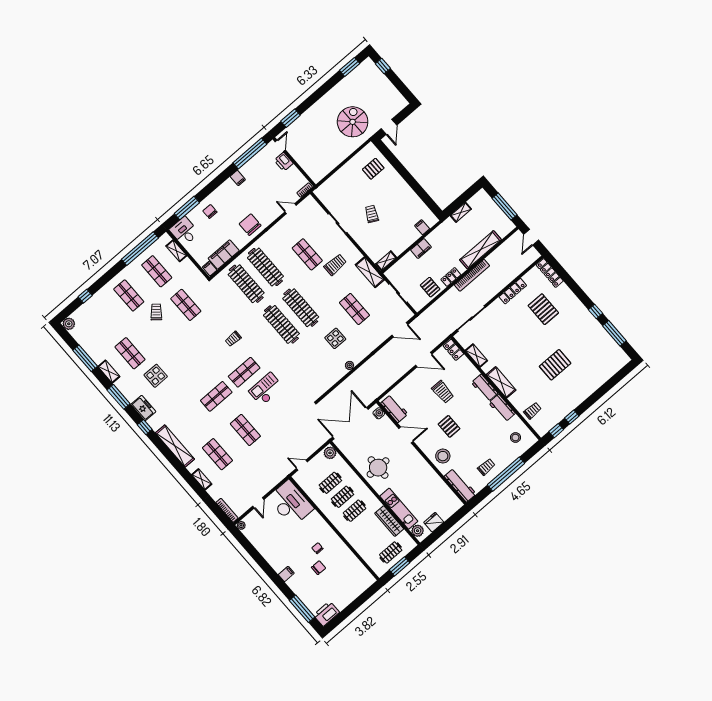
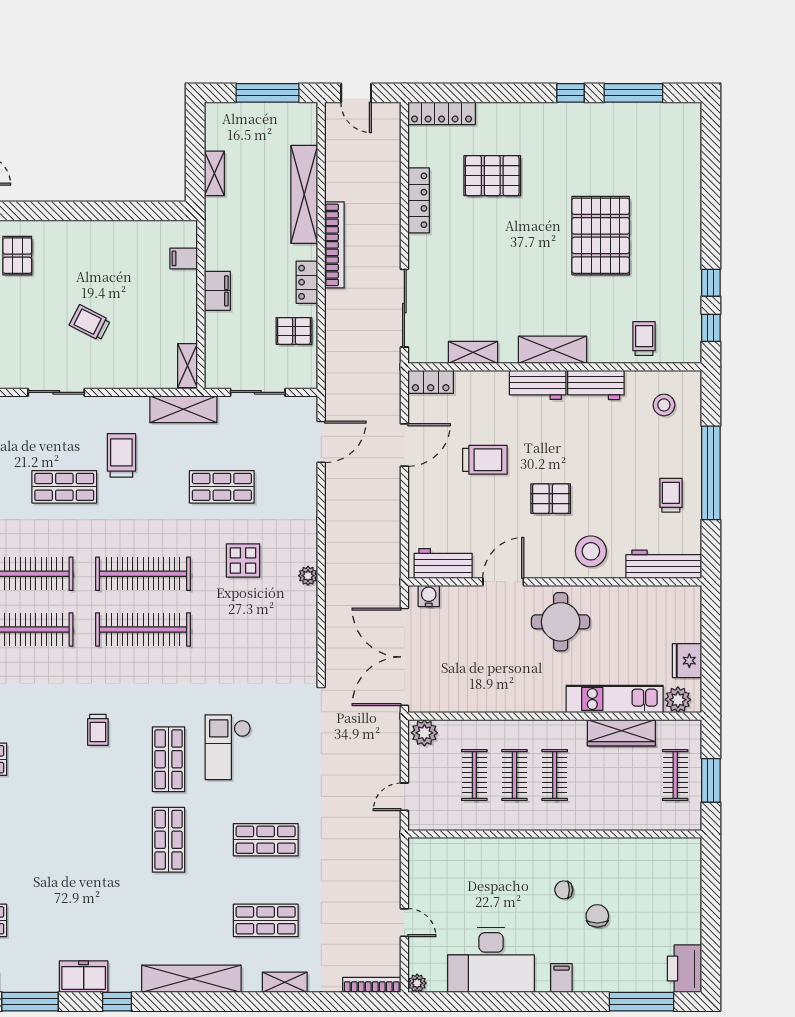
pallet: (555, 365) -> (601, 236), width x1.37, depth x1.41
display table: (156, 376) -> (48, 910), removed
round table: (378, 468) -> (561, 622), moved
desk: (291, 503) -> (491, 960), moved, turned 180

